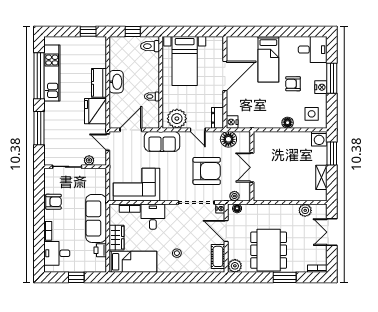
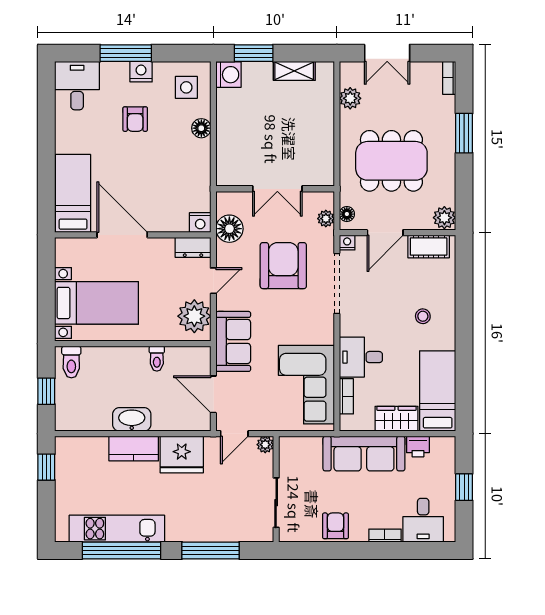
bed: (268, 59) -> (73, 193), moved, turned -90
plant: (89, 160) -> (265, 445), moved
dining table: (269, 250) -> (391, 161), moved

